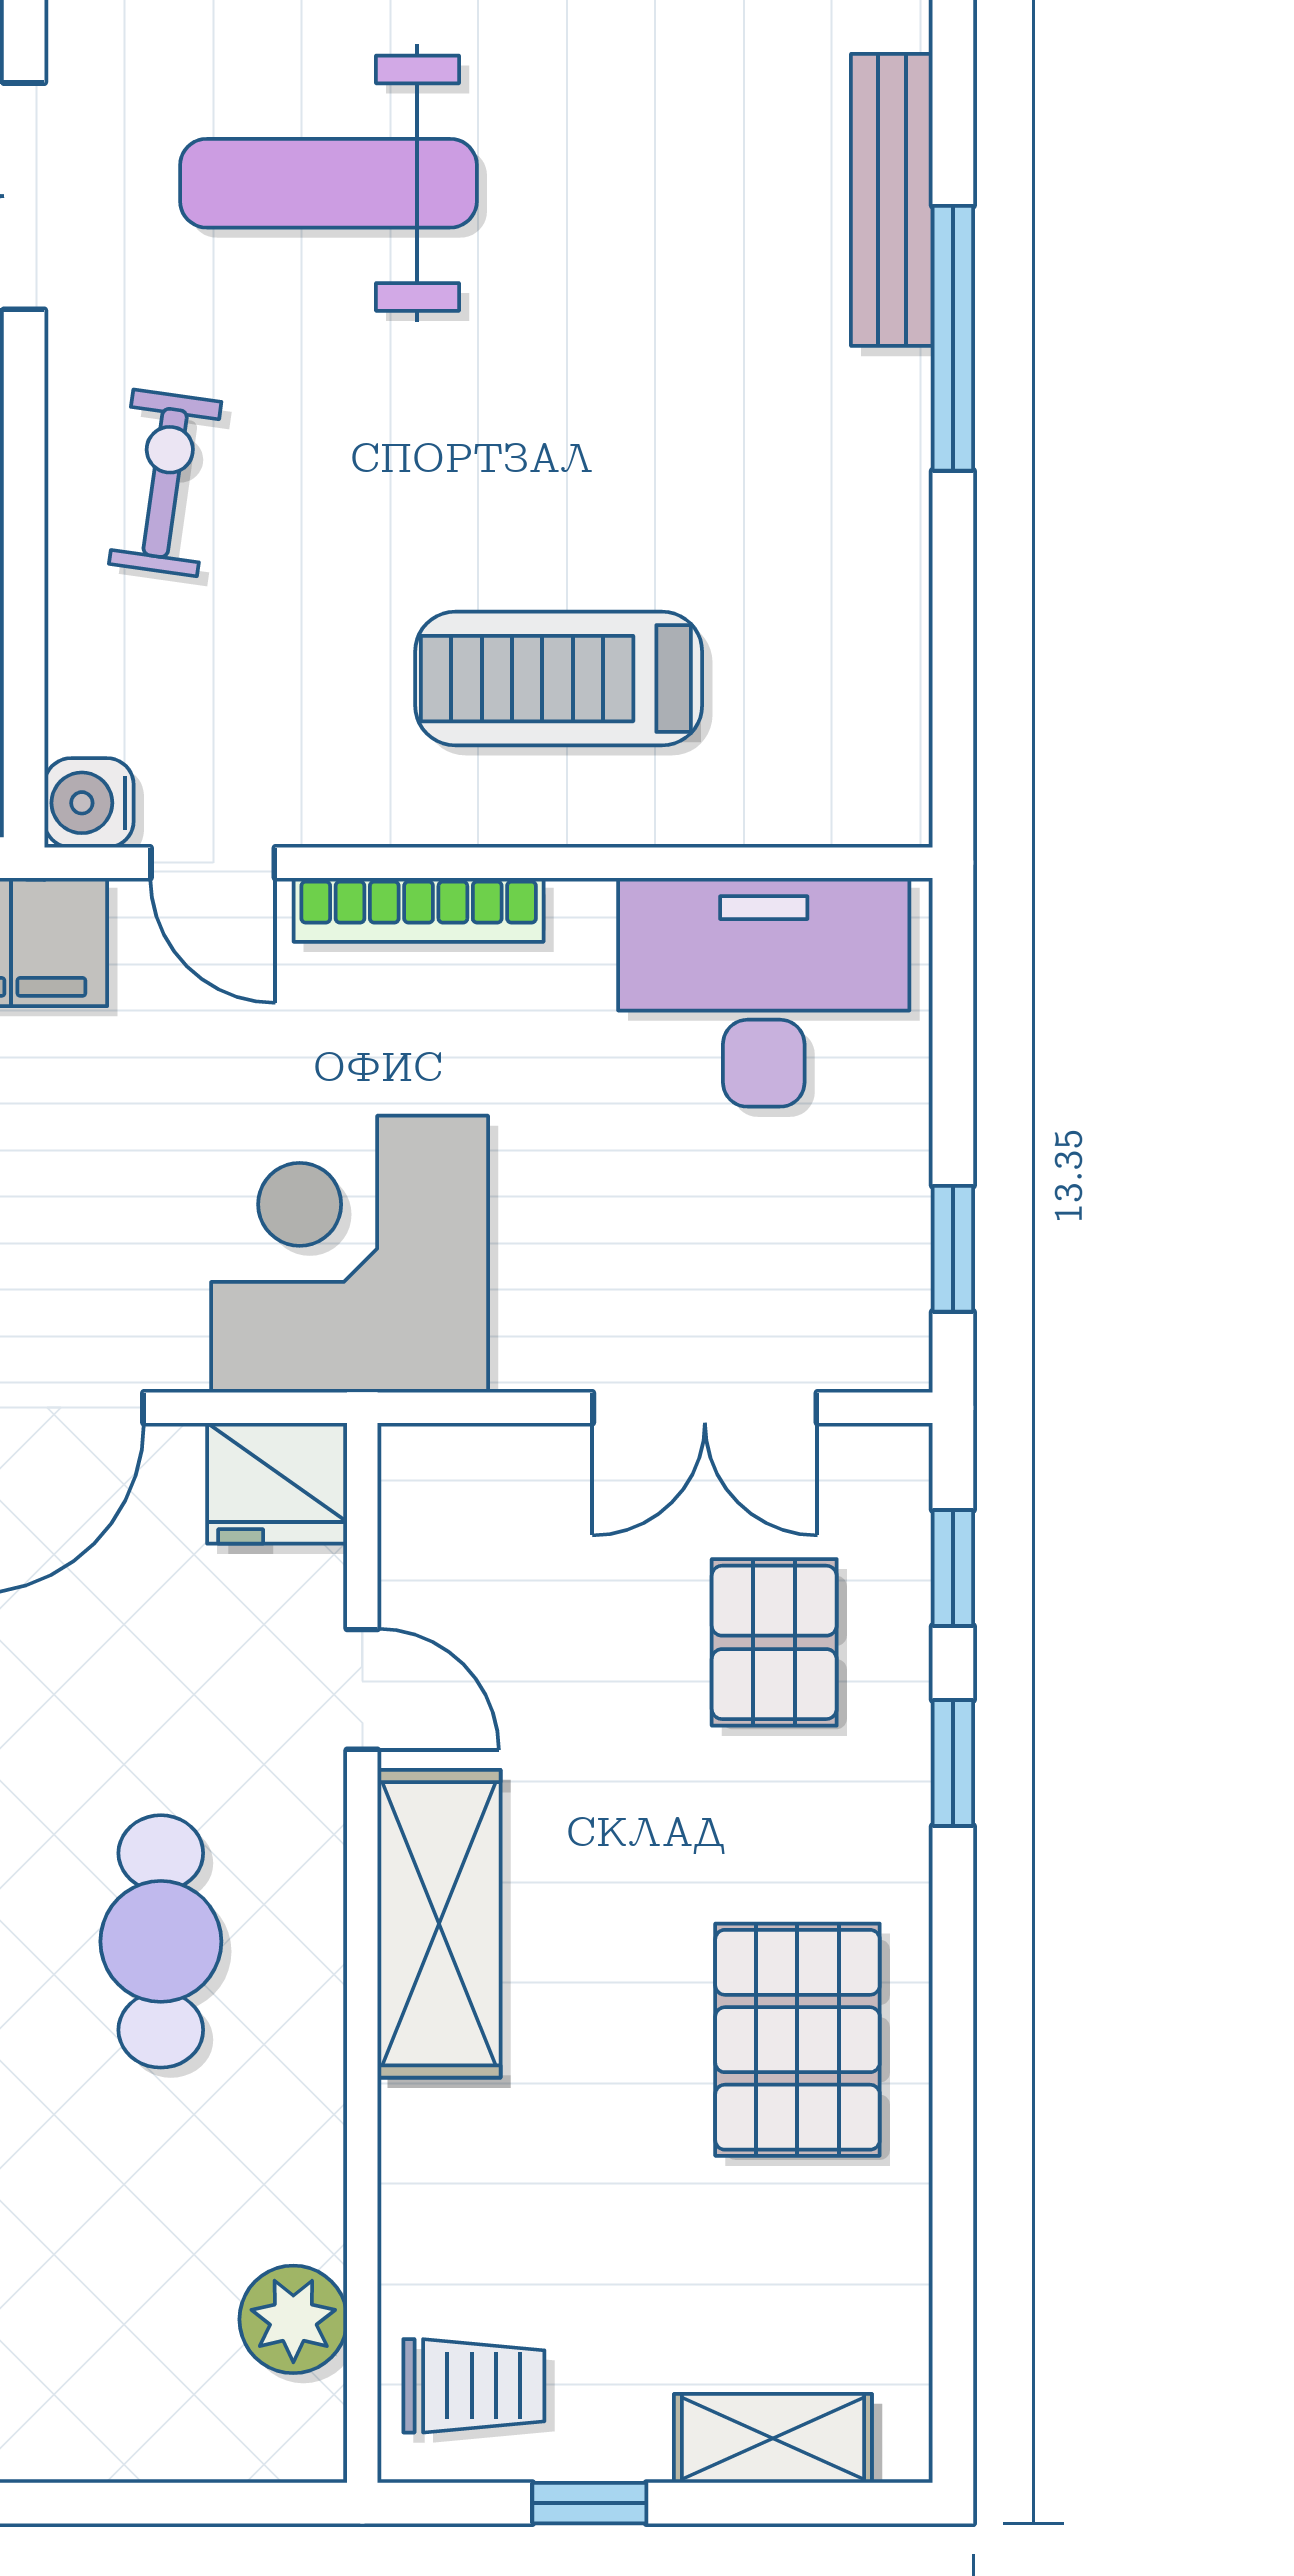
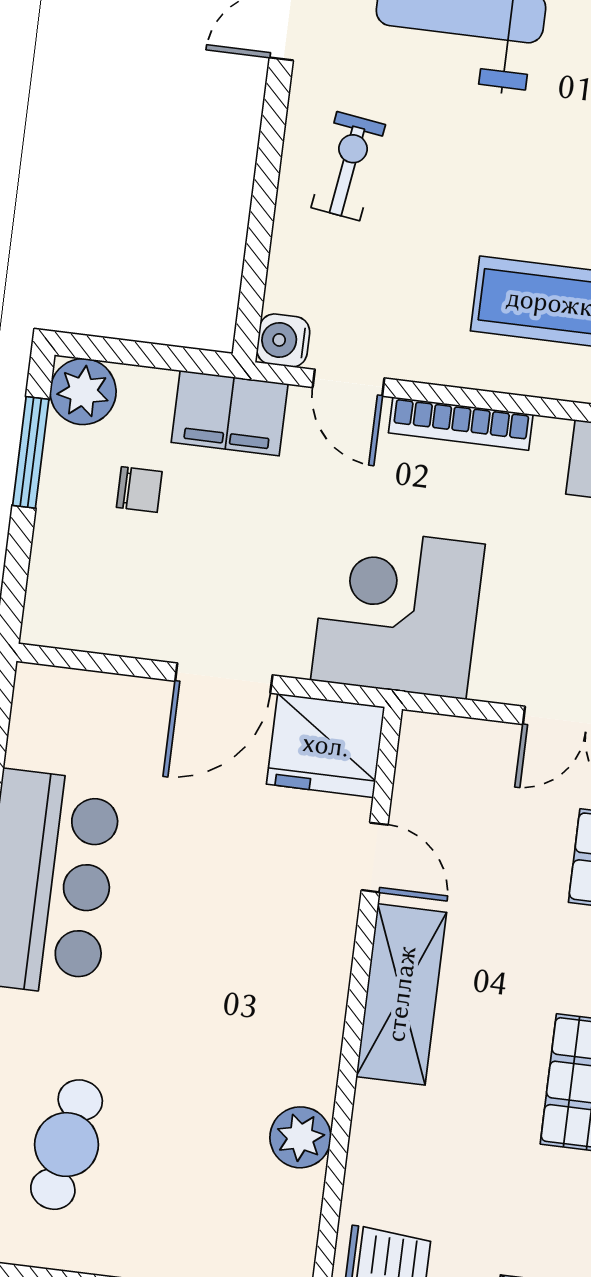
fridge: (277, 1483) -> (326, 745), width x1.36, depth x1.34
cafe table: (161, 1941) -> (244, 985), removed
plant: (293, 2319) -> (300, 1137), moved

